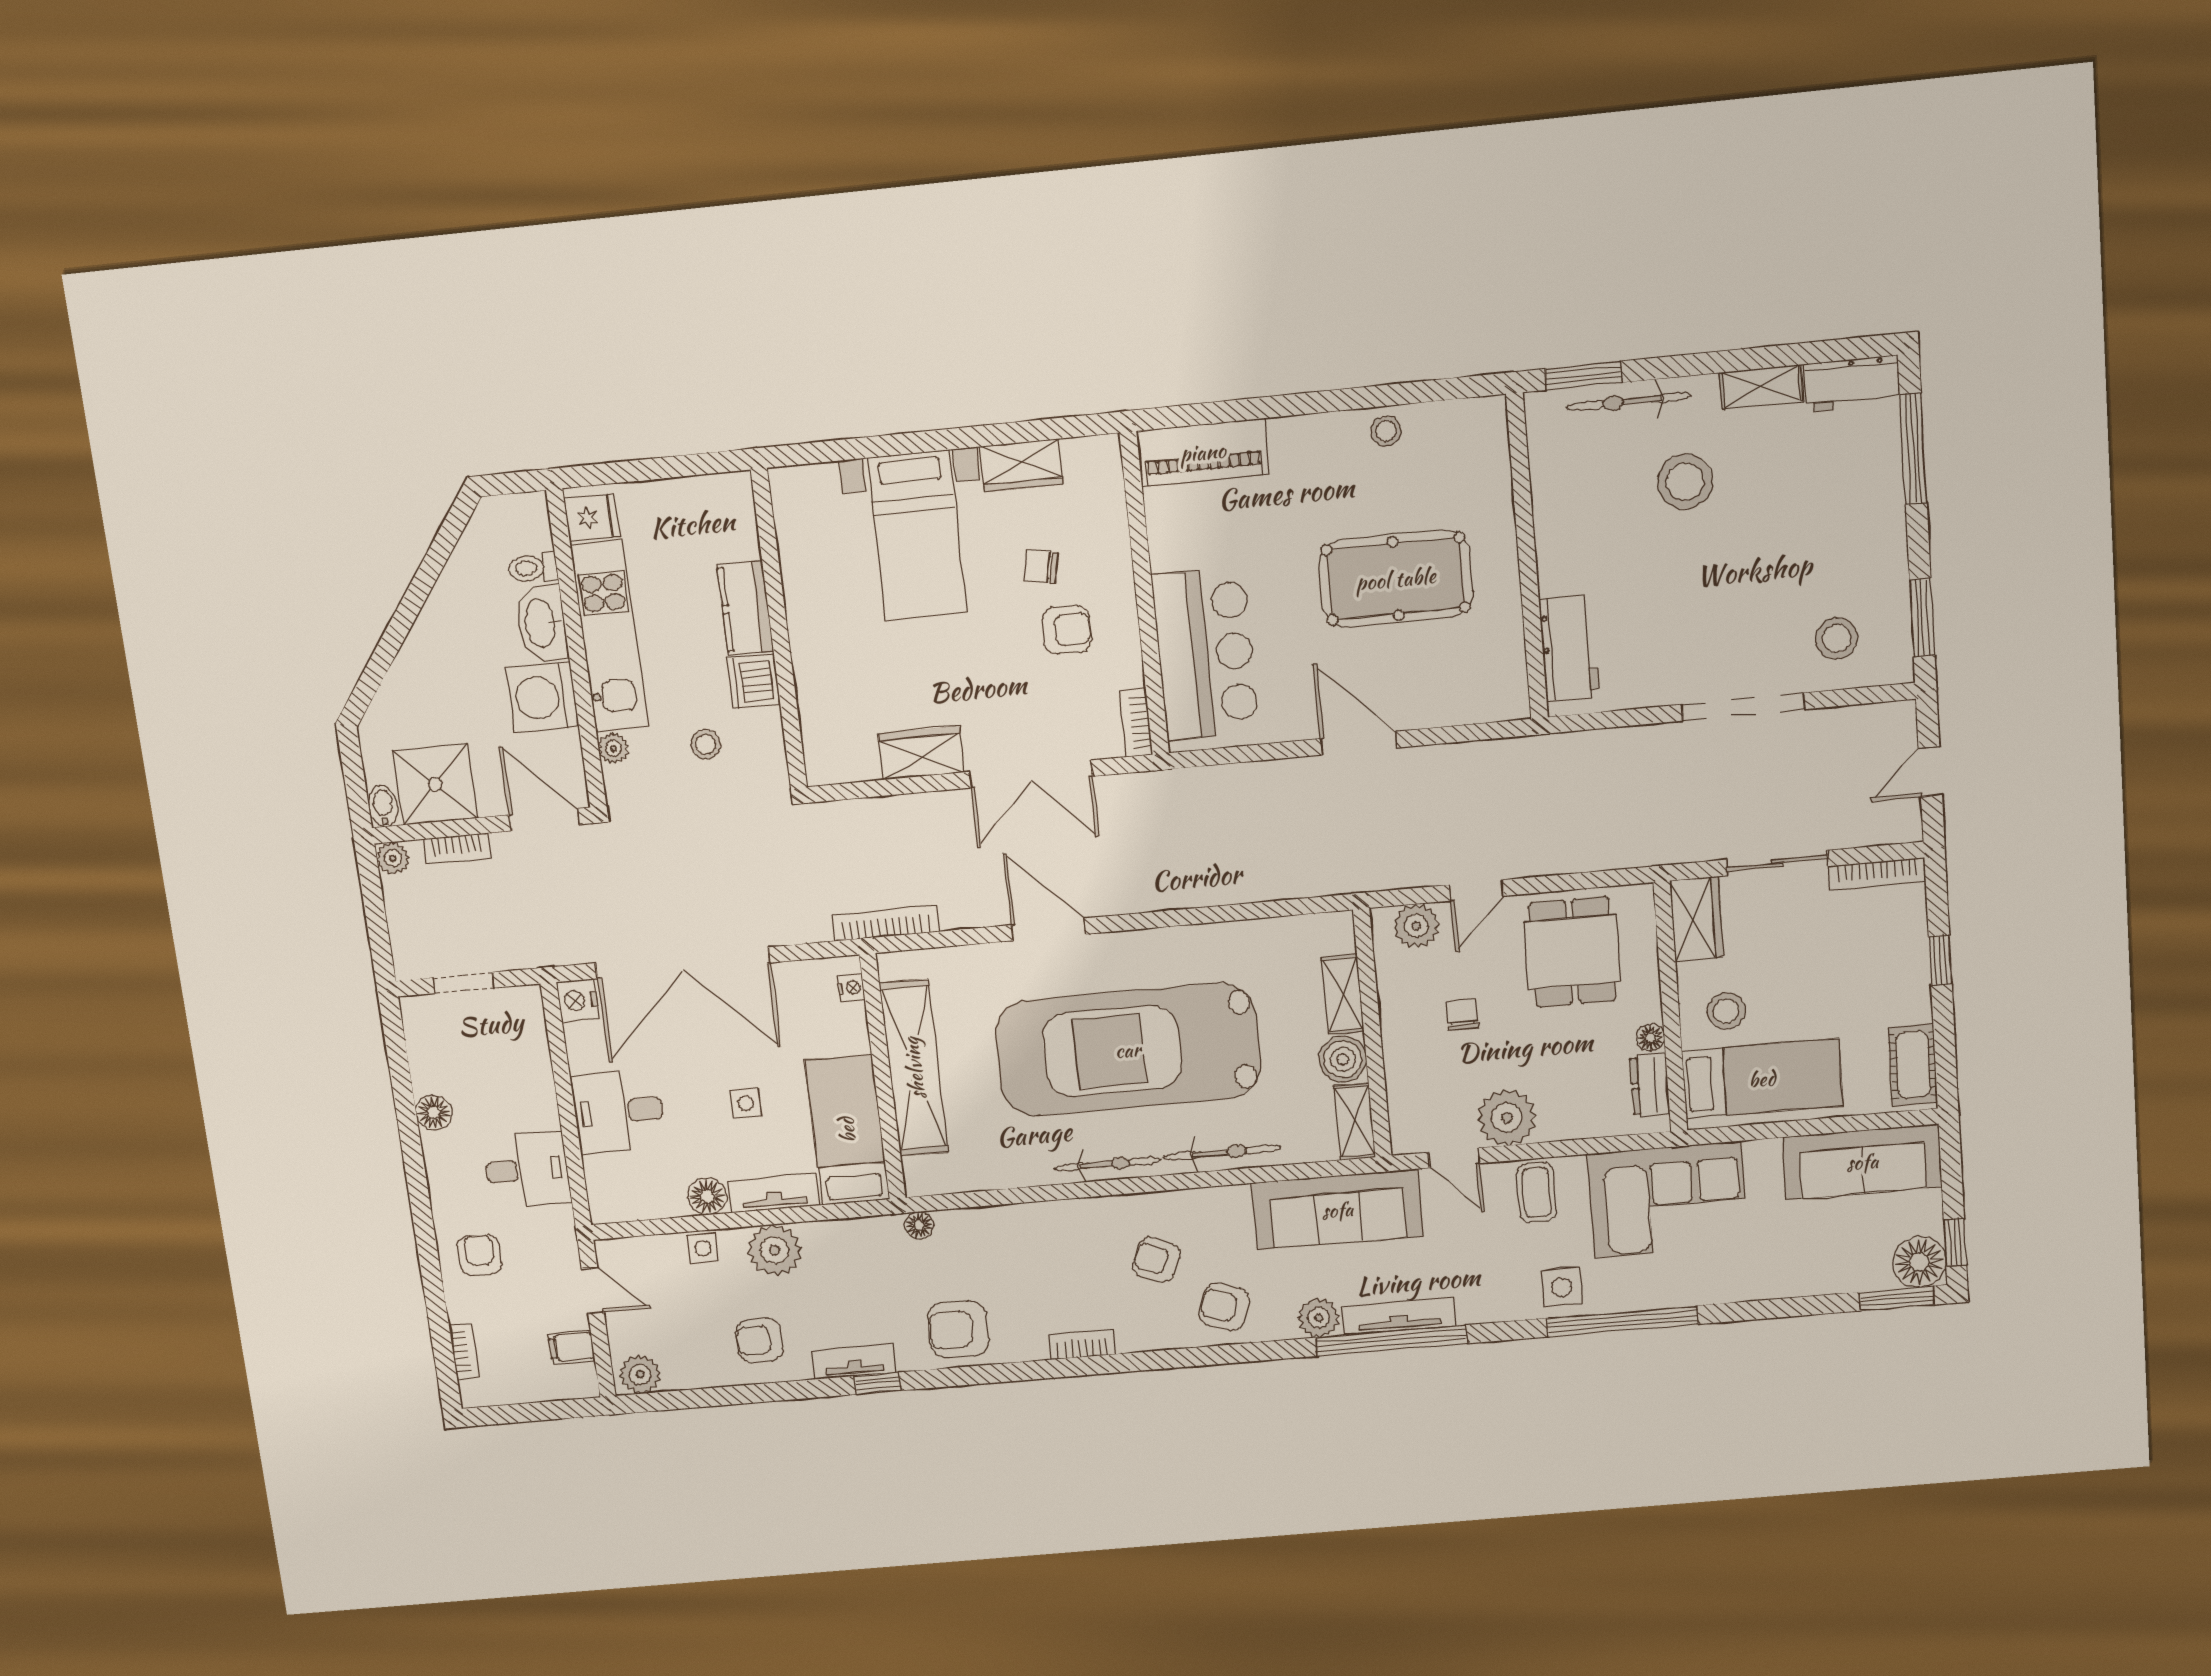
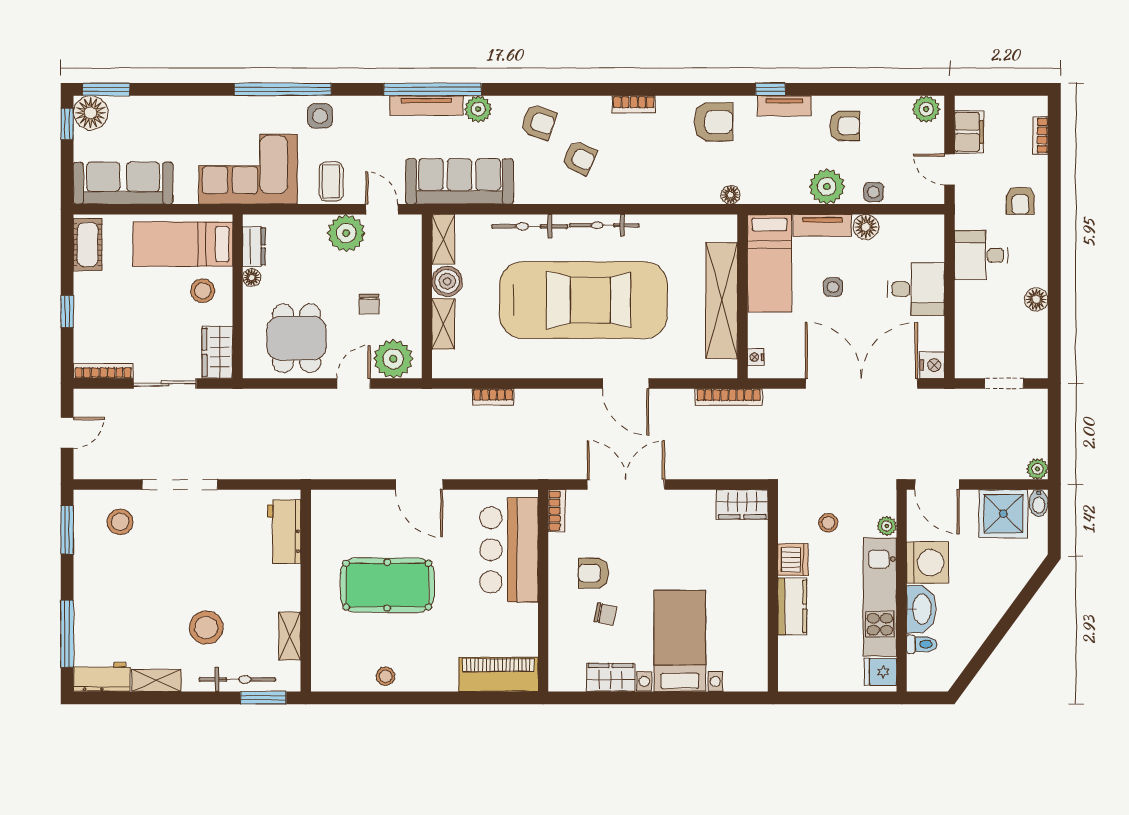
shelving: (1547, 481) -> (290, 636), added
wardrobe: (921, 753) -> (742, 504), moved
bookcase: (457, 849) -> (493, 397), moved, turned 180
plant: (1416, 926) -> (393, 359), width x1.36, depth x1.36
filing cabinet: (572, 1347) -> (969, 132), width x2.00

